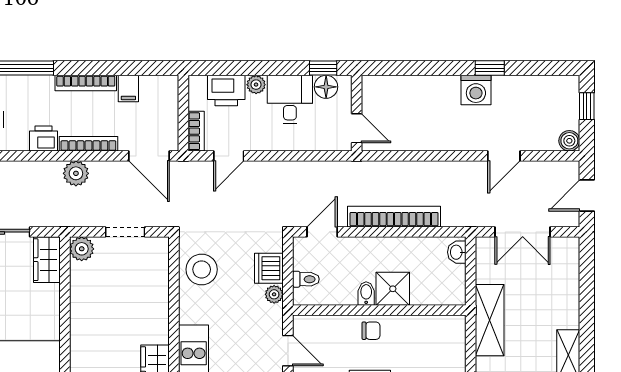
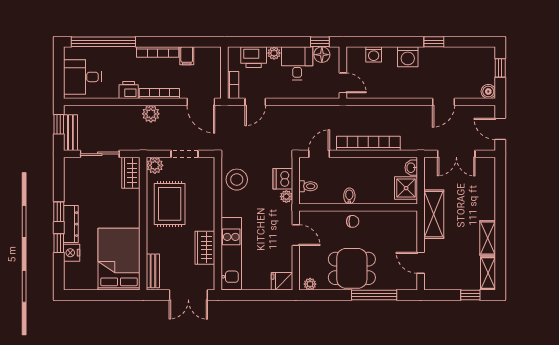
washing machine: (402, 87) -> (374, 54), added
washing machine: (476, 90) -> (408, 57), moved
door: (587, 195) -> (500, 129), hinge flipped
shower: (393, 289) -> (406, 188), moved
rug: (103, 305) -> (170, 204), added

